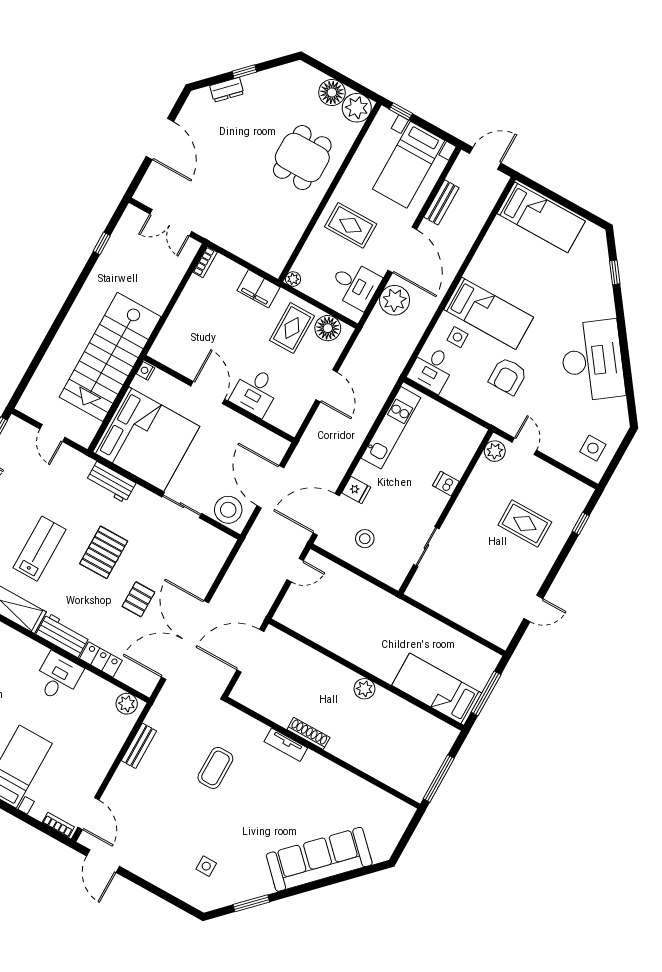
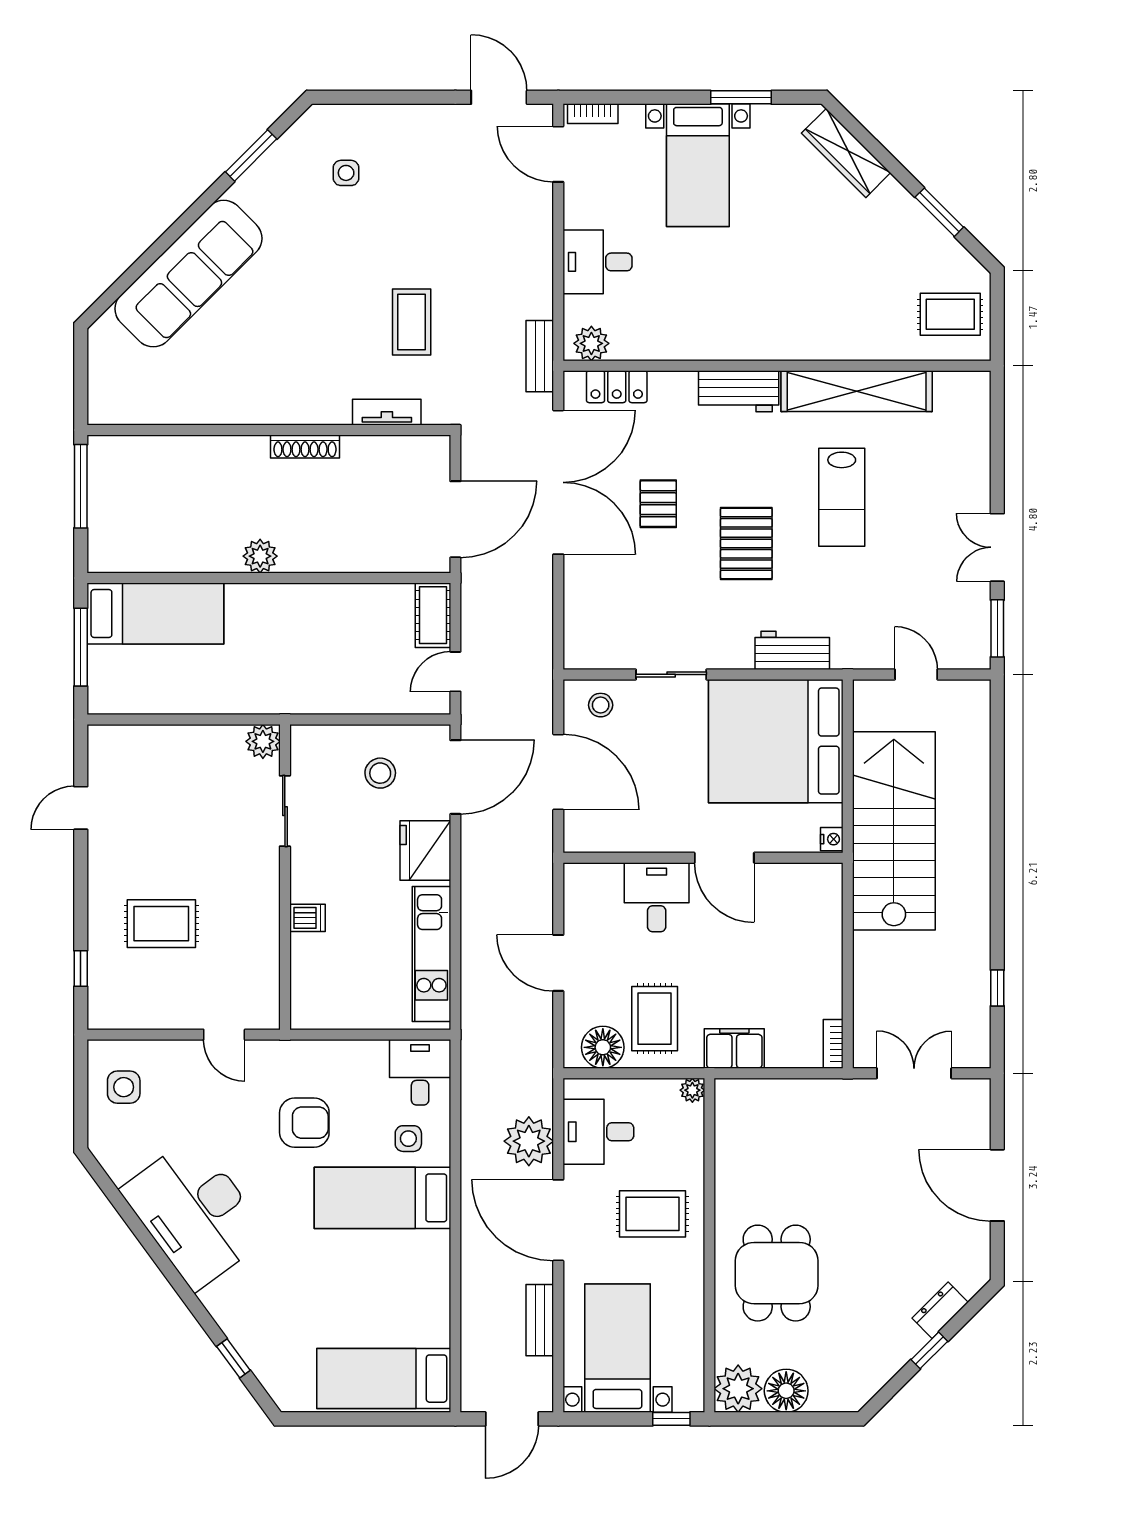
armchair: (508, 376) -> (304, 1123), turned 90
plant: (495, 451) -> (263, 741), moved
fridge: (356, 490) -> (425, 851), width x1.88, depth x1.34
stool: (228, 510) -> (601, 705), width x0.53, depth x0.53
cot: (290, 607) -> (433, 615), added
locker: (101, 659) -> (617, 387), moved
desk: (58, 677) -> (598, 262), moved, turned 90
tv unit: (286, 745) -> (387, 412), moved
bench: (139, 746) -> (540, 356), moved

